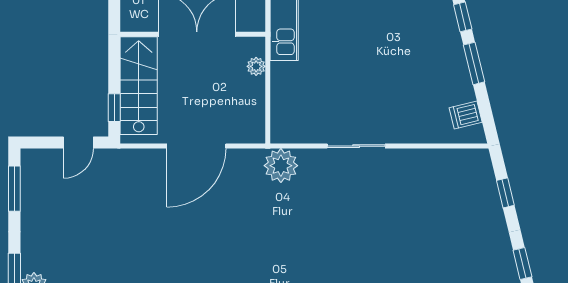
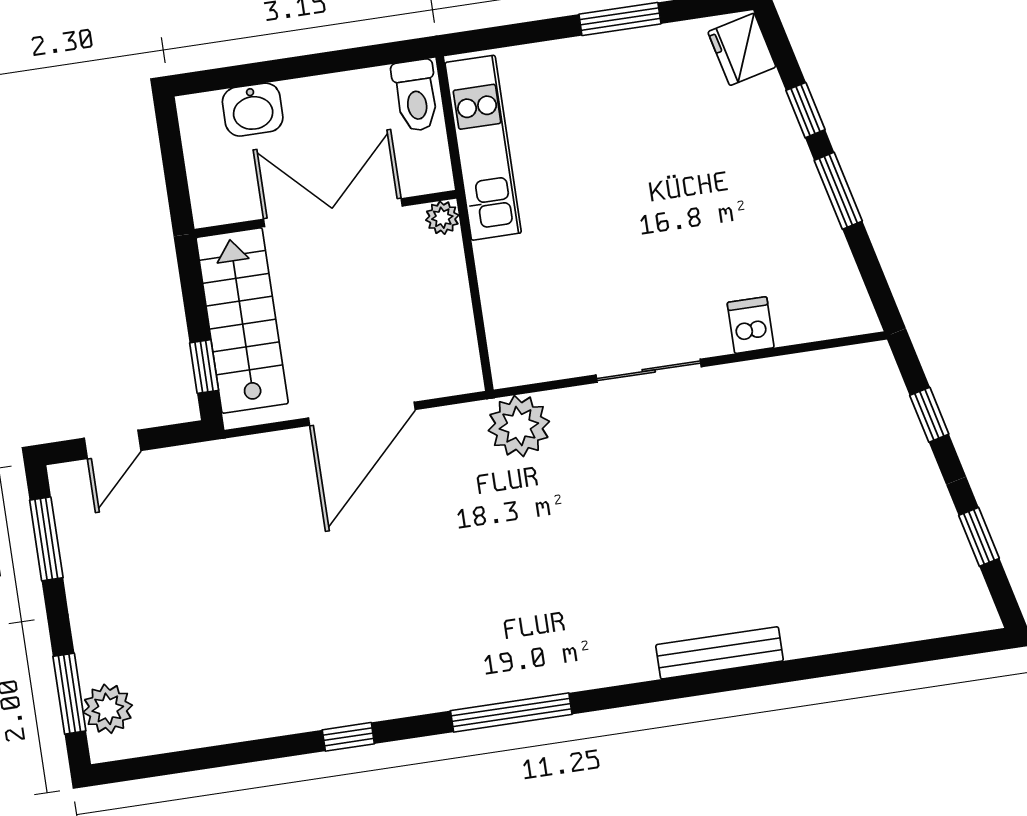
plant: (256, 66) -> (442, 218), moved
dishwasher: (466, 115) -> (751, 325), moved, turned 104
door: (78, 143) -> (113, 444), moved

